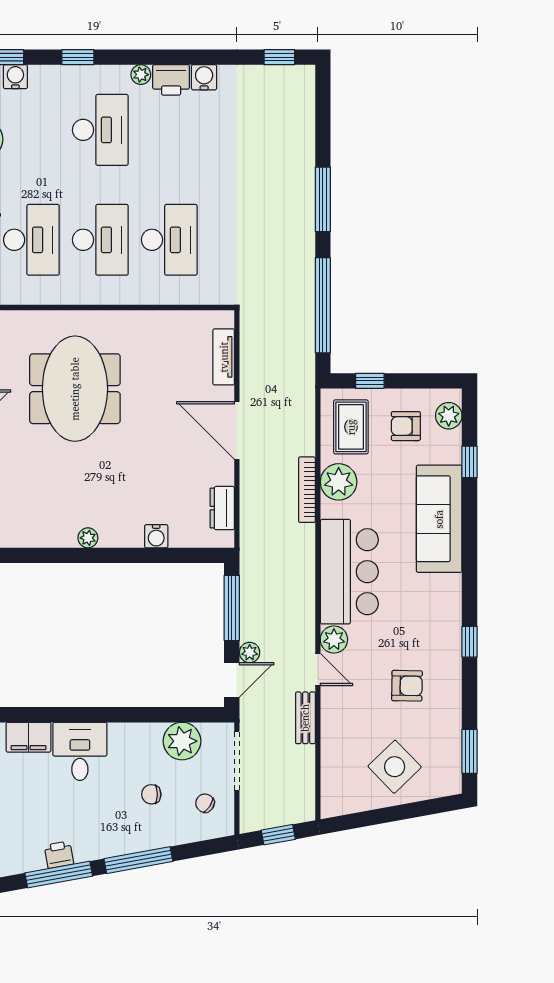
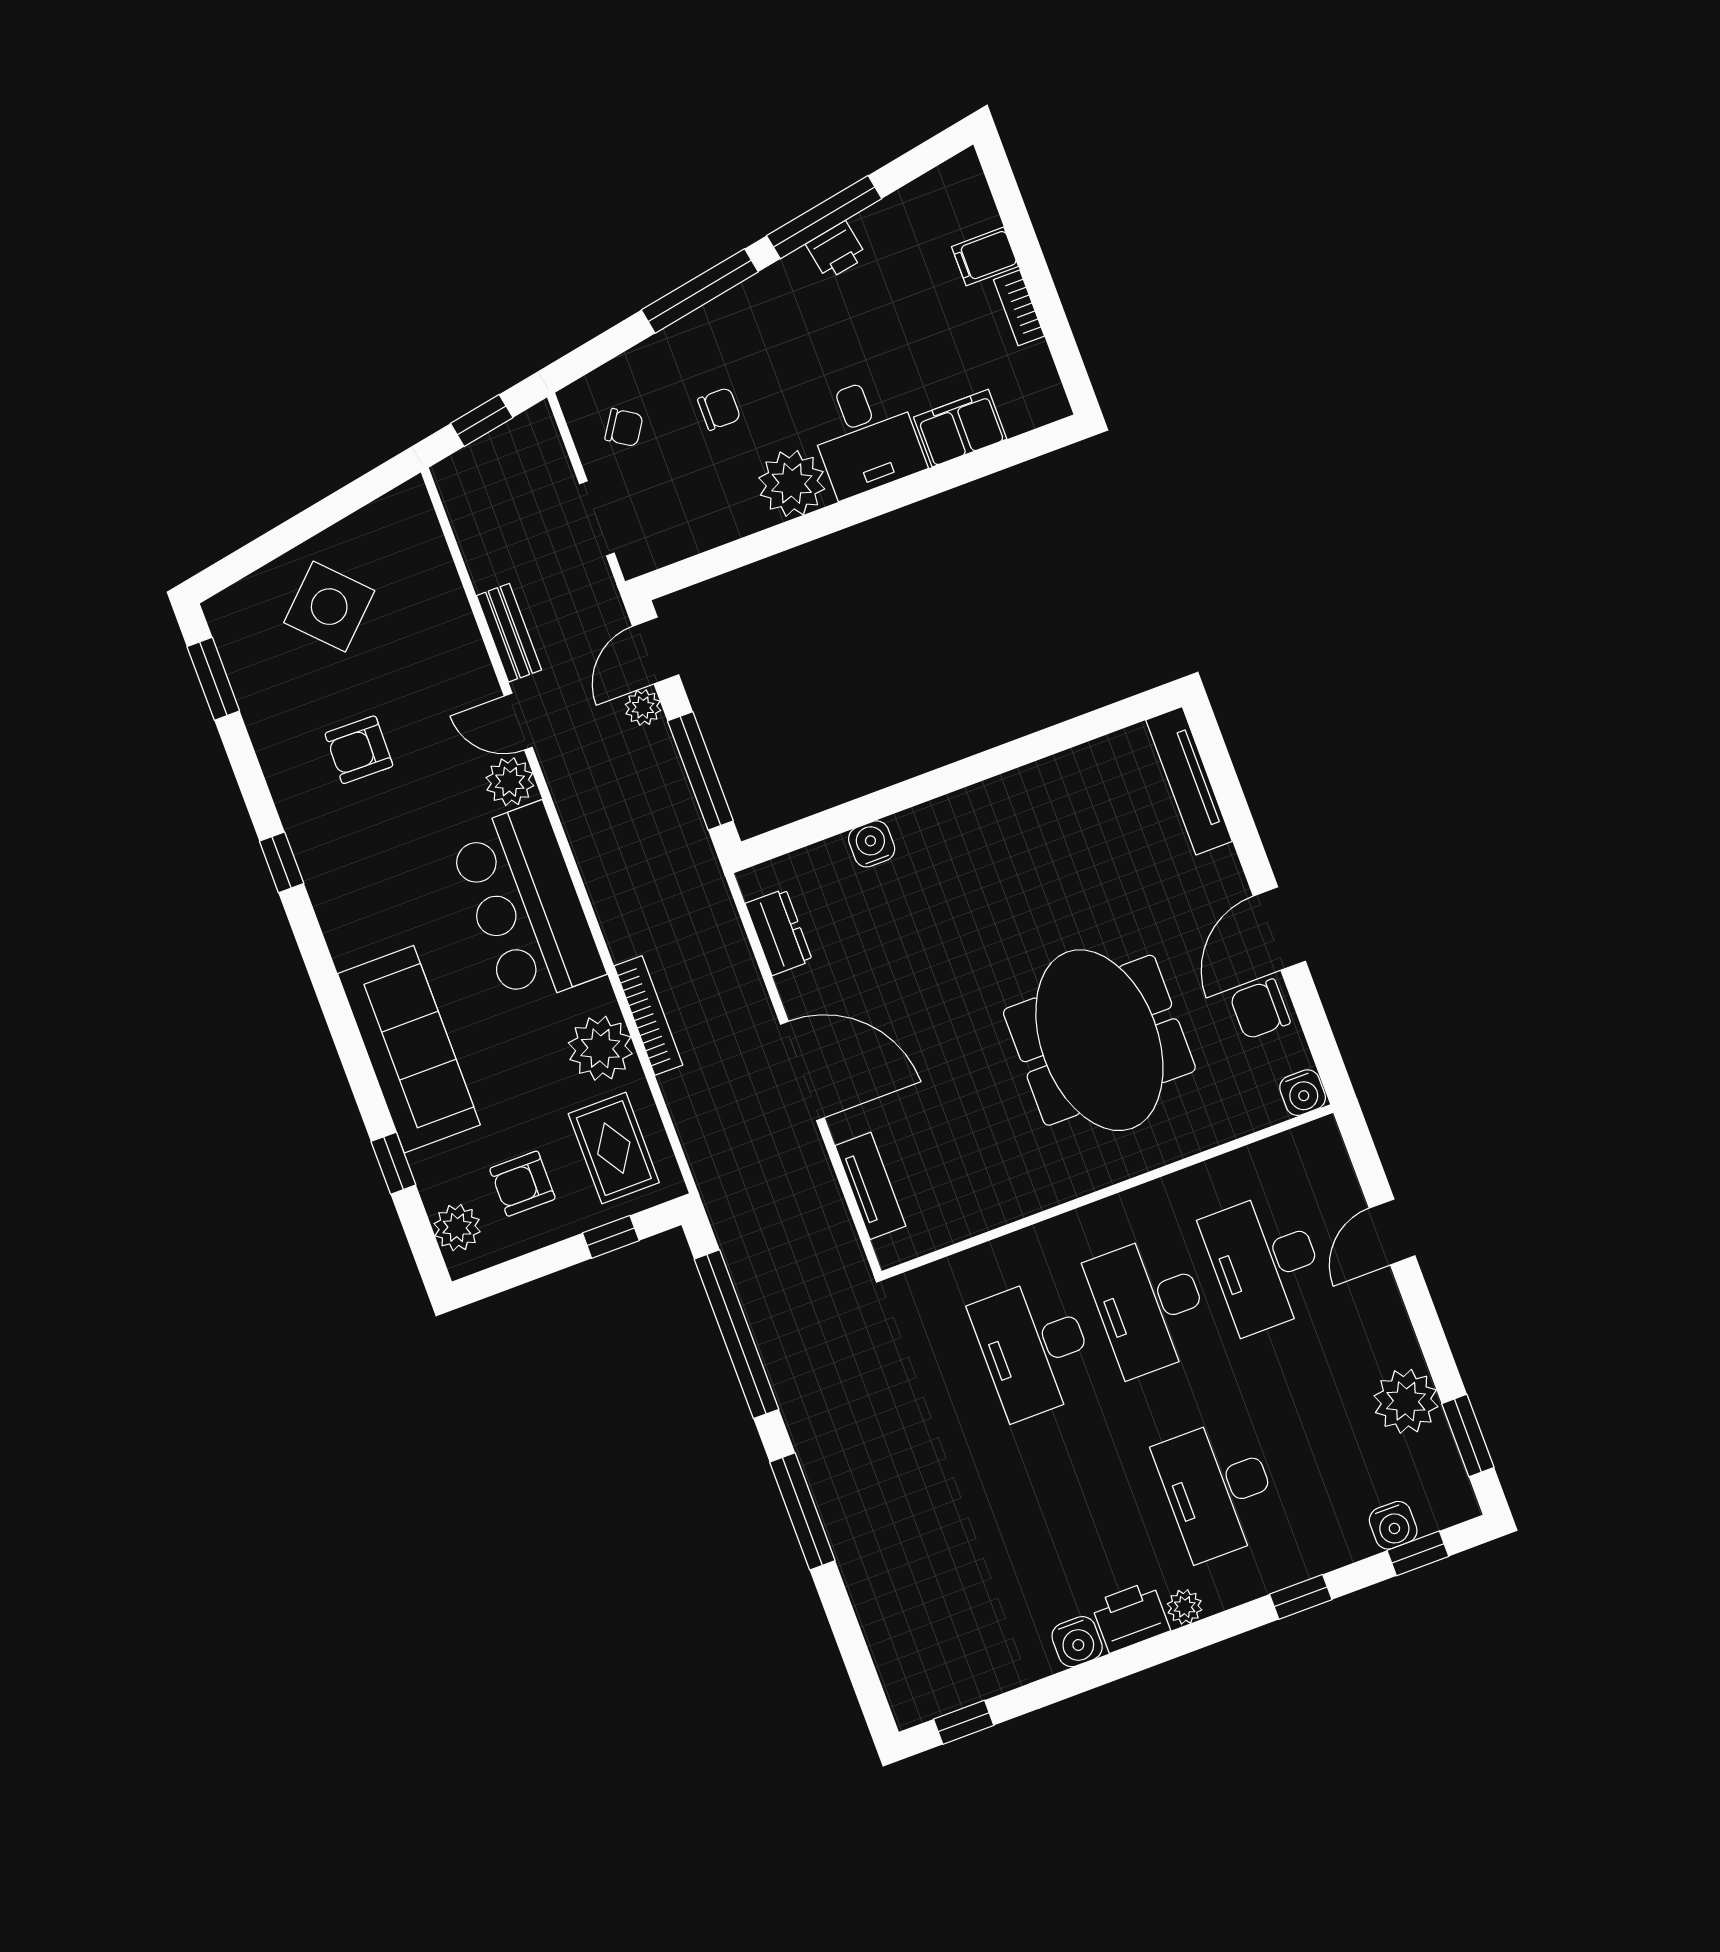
armchair: (406, 426) -> (522, 1184), turned 180
plant: (88, 538) -> (985, 799), removed
plant: (182, 741) -> (792, 483), moved
doorway: (237, 761) -> (597, 518), width x0.73

